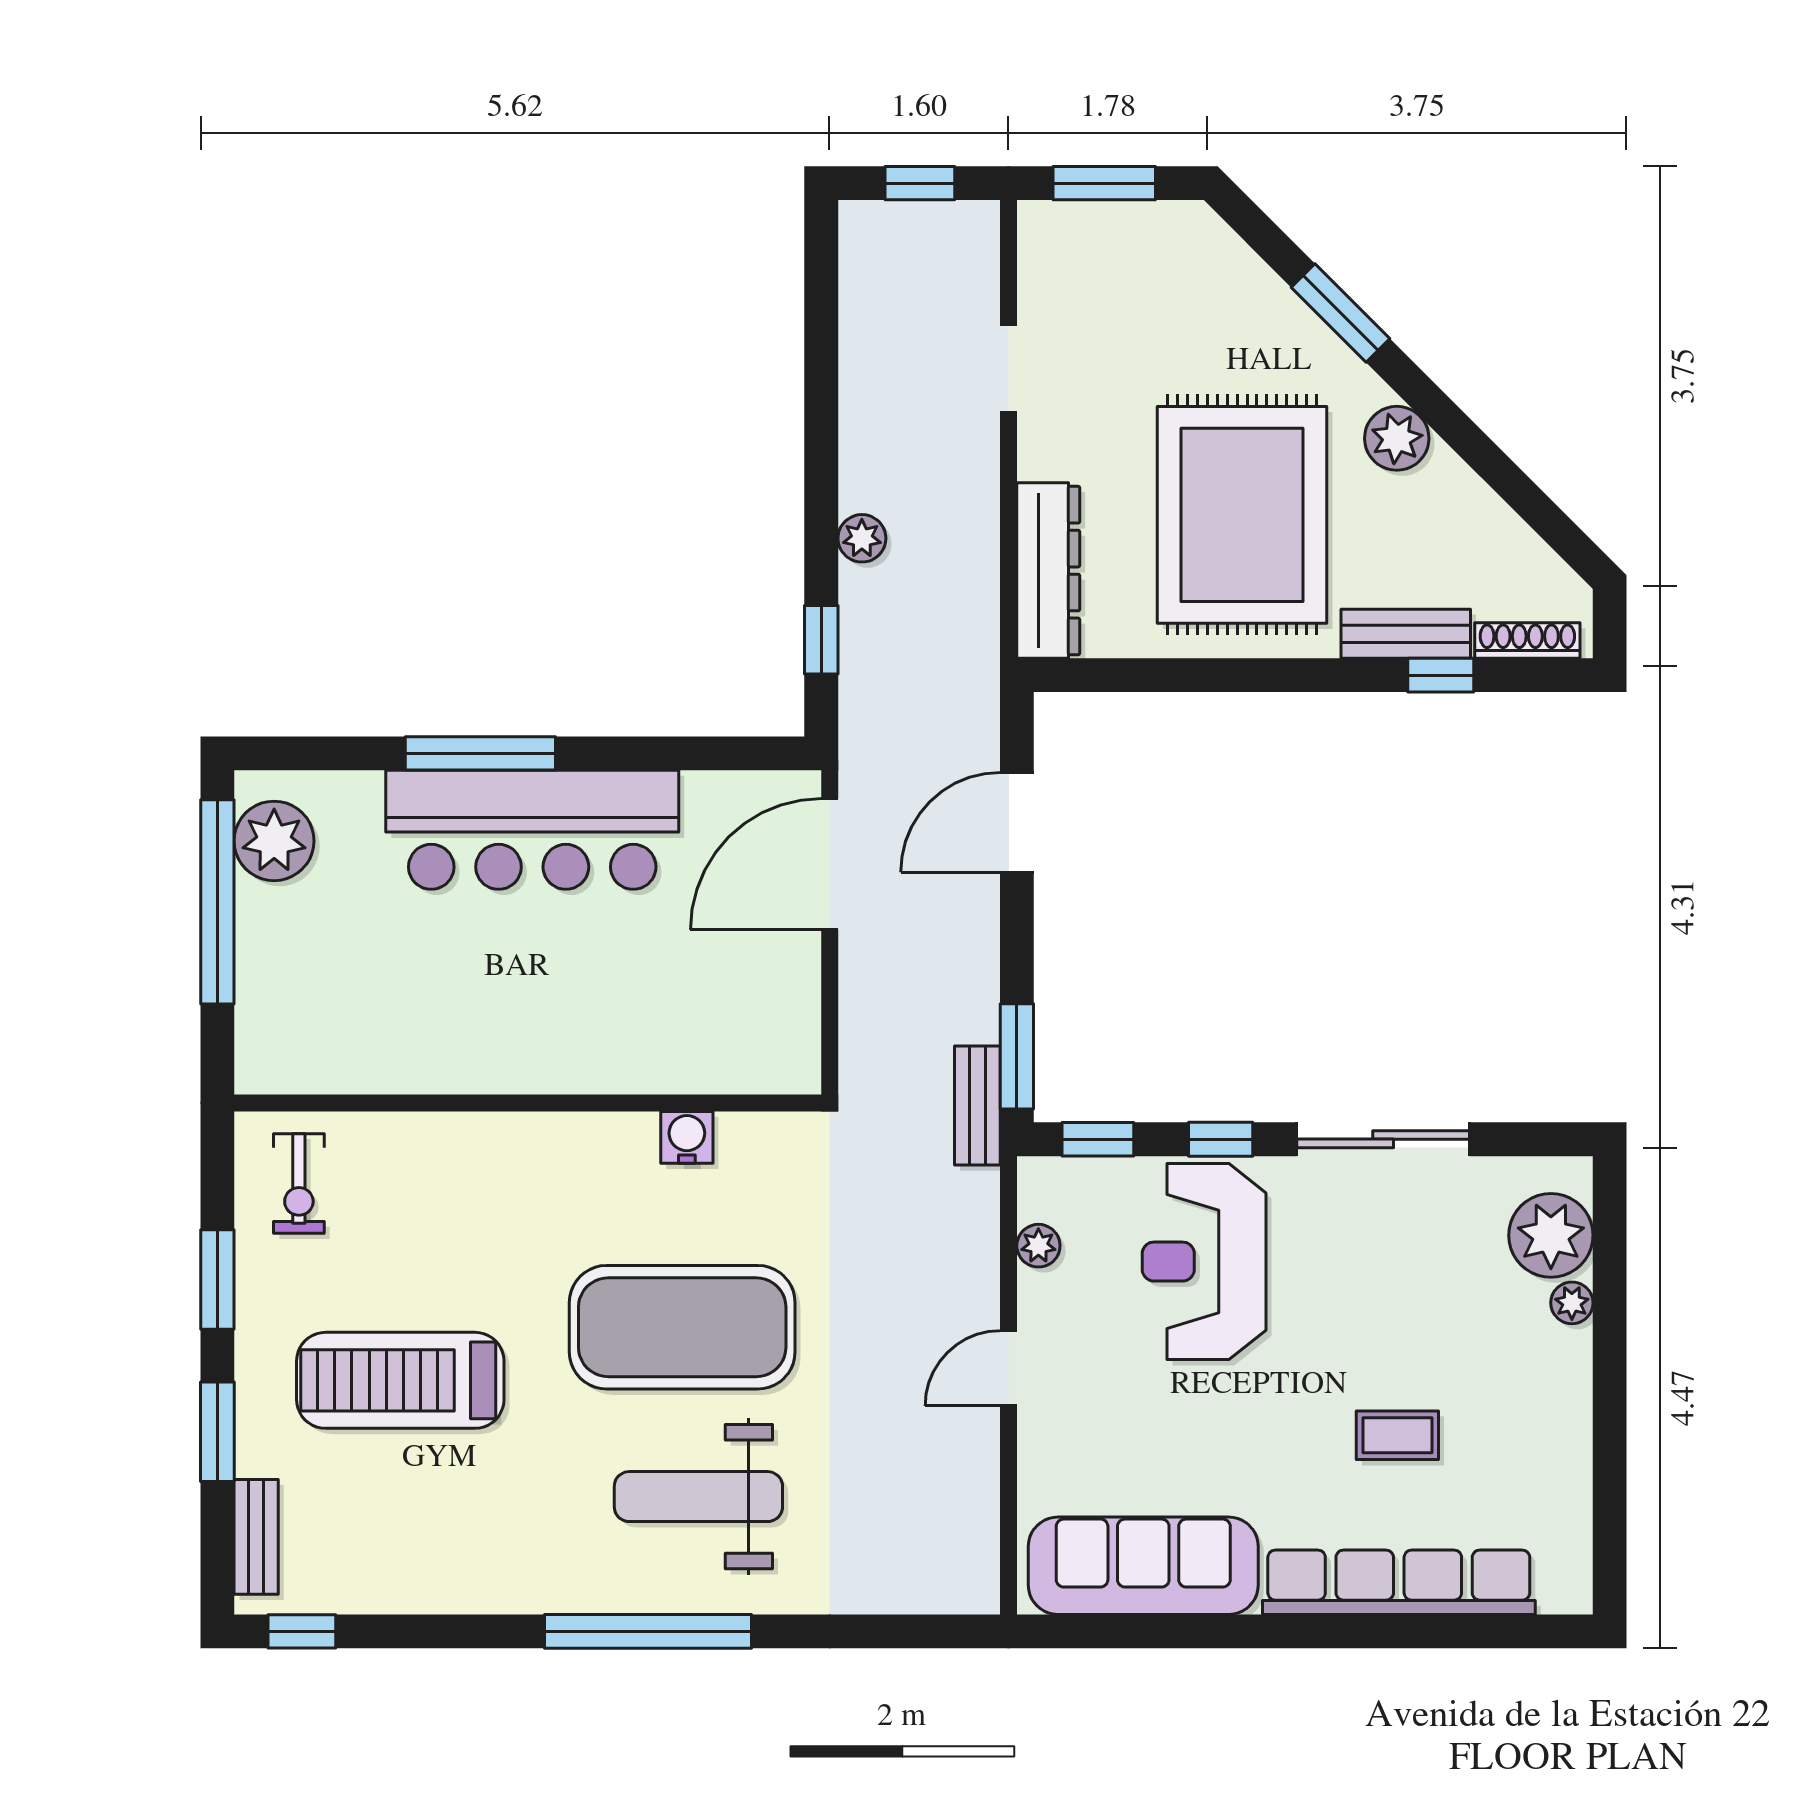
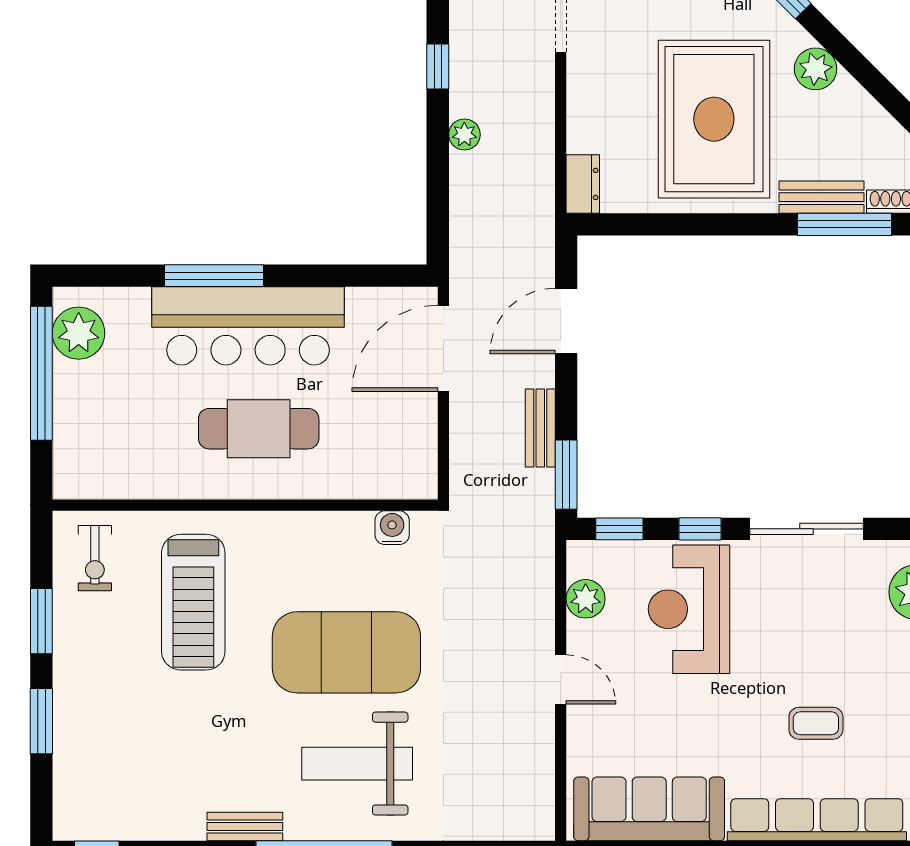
dresser: (1048, 571) -> (583, 184), width x0.51, depth x0.80
window: (821, 640) -> (438, 67), moved
window: (1441, 675) -> (844, 224), width x2.17
cafe table: (548, 986) -> (259, 429), added
bench: (977, 1105) -> (540, 428), moved
water cooler: (687, 1137) -> (392, 528), moved
plant: (1038, 1246) -> (586, 599), width x1.38, depth x1.38
door: (1009, 1368) -> (561, 679), swing flipped
treadmill: (400, 1380) -> (193, 602), moved, turned -90
bench: (256, 1537) -> (245, 827), moved, turned 90

